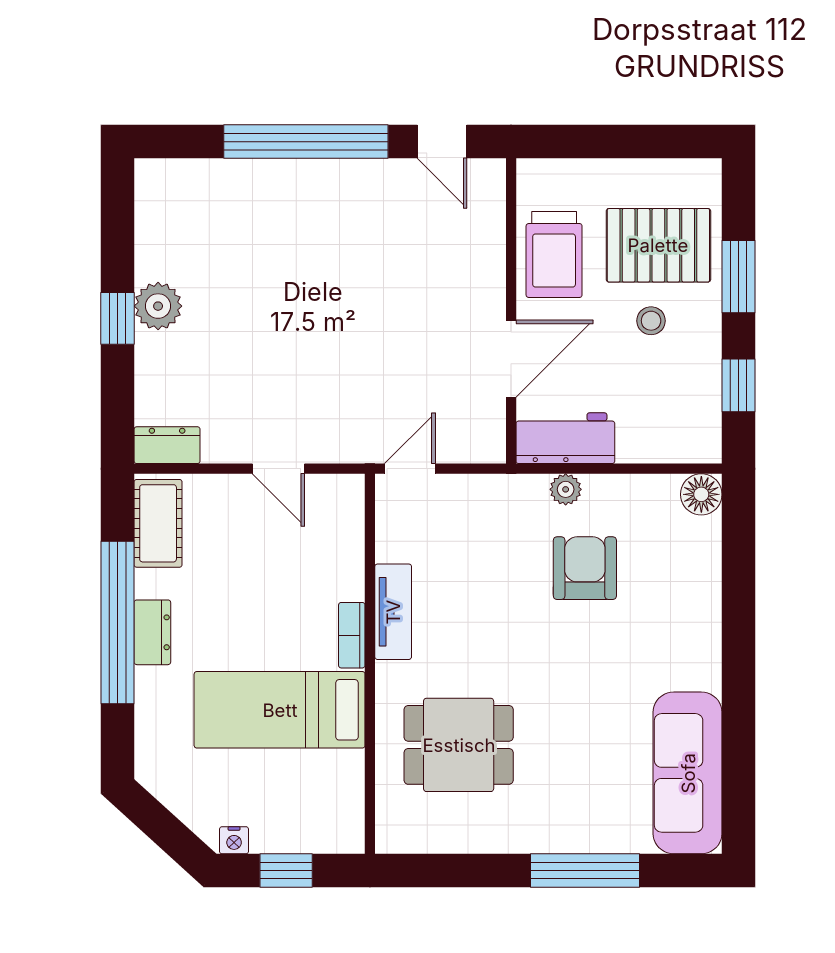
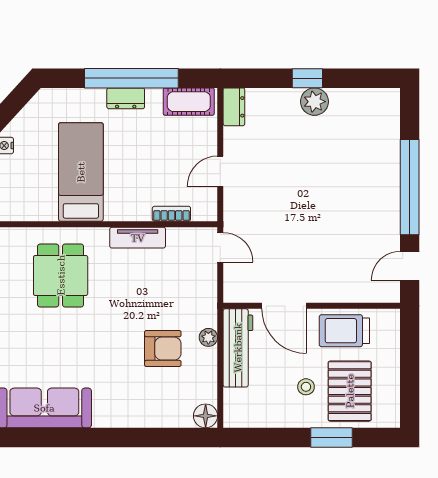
window: (739, 385) -> (269, 437), removed
workbench: (565, 438) -> (238, 348), width x1.38
bookcase: (352, 635) -> (171, 214), moved

